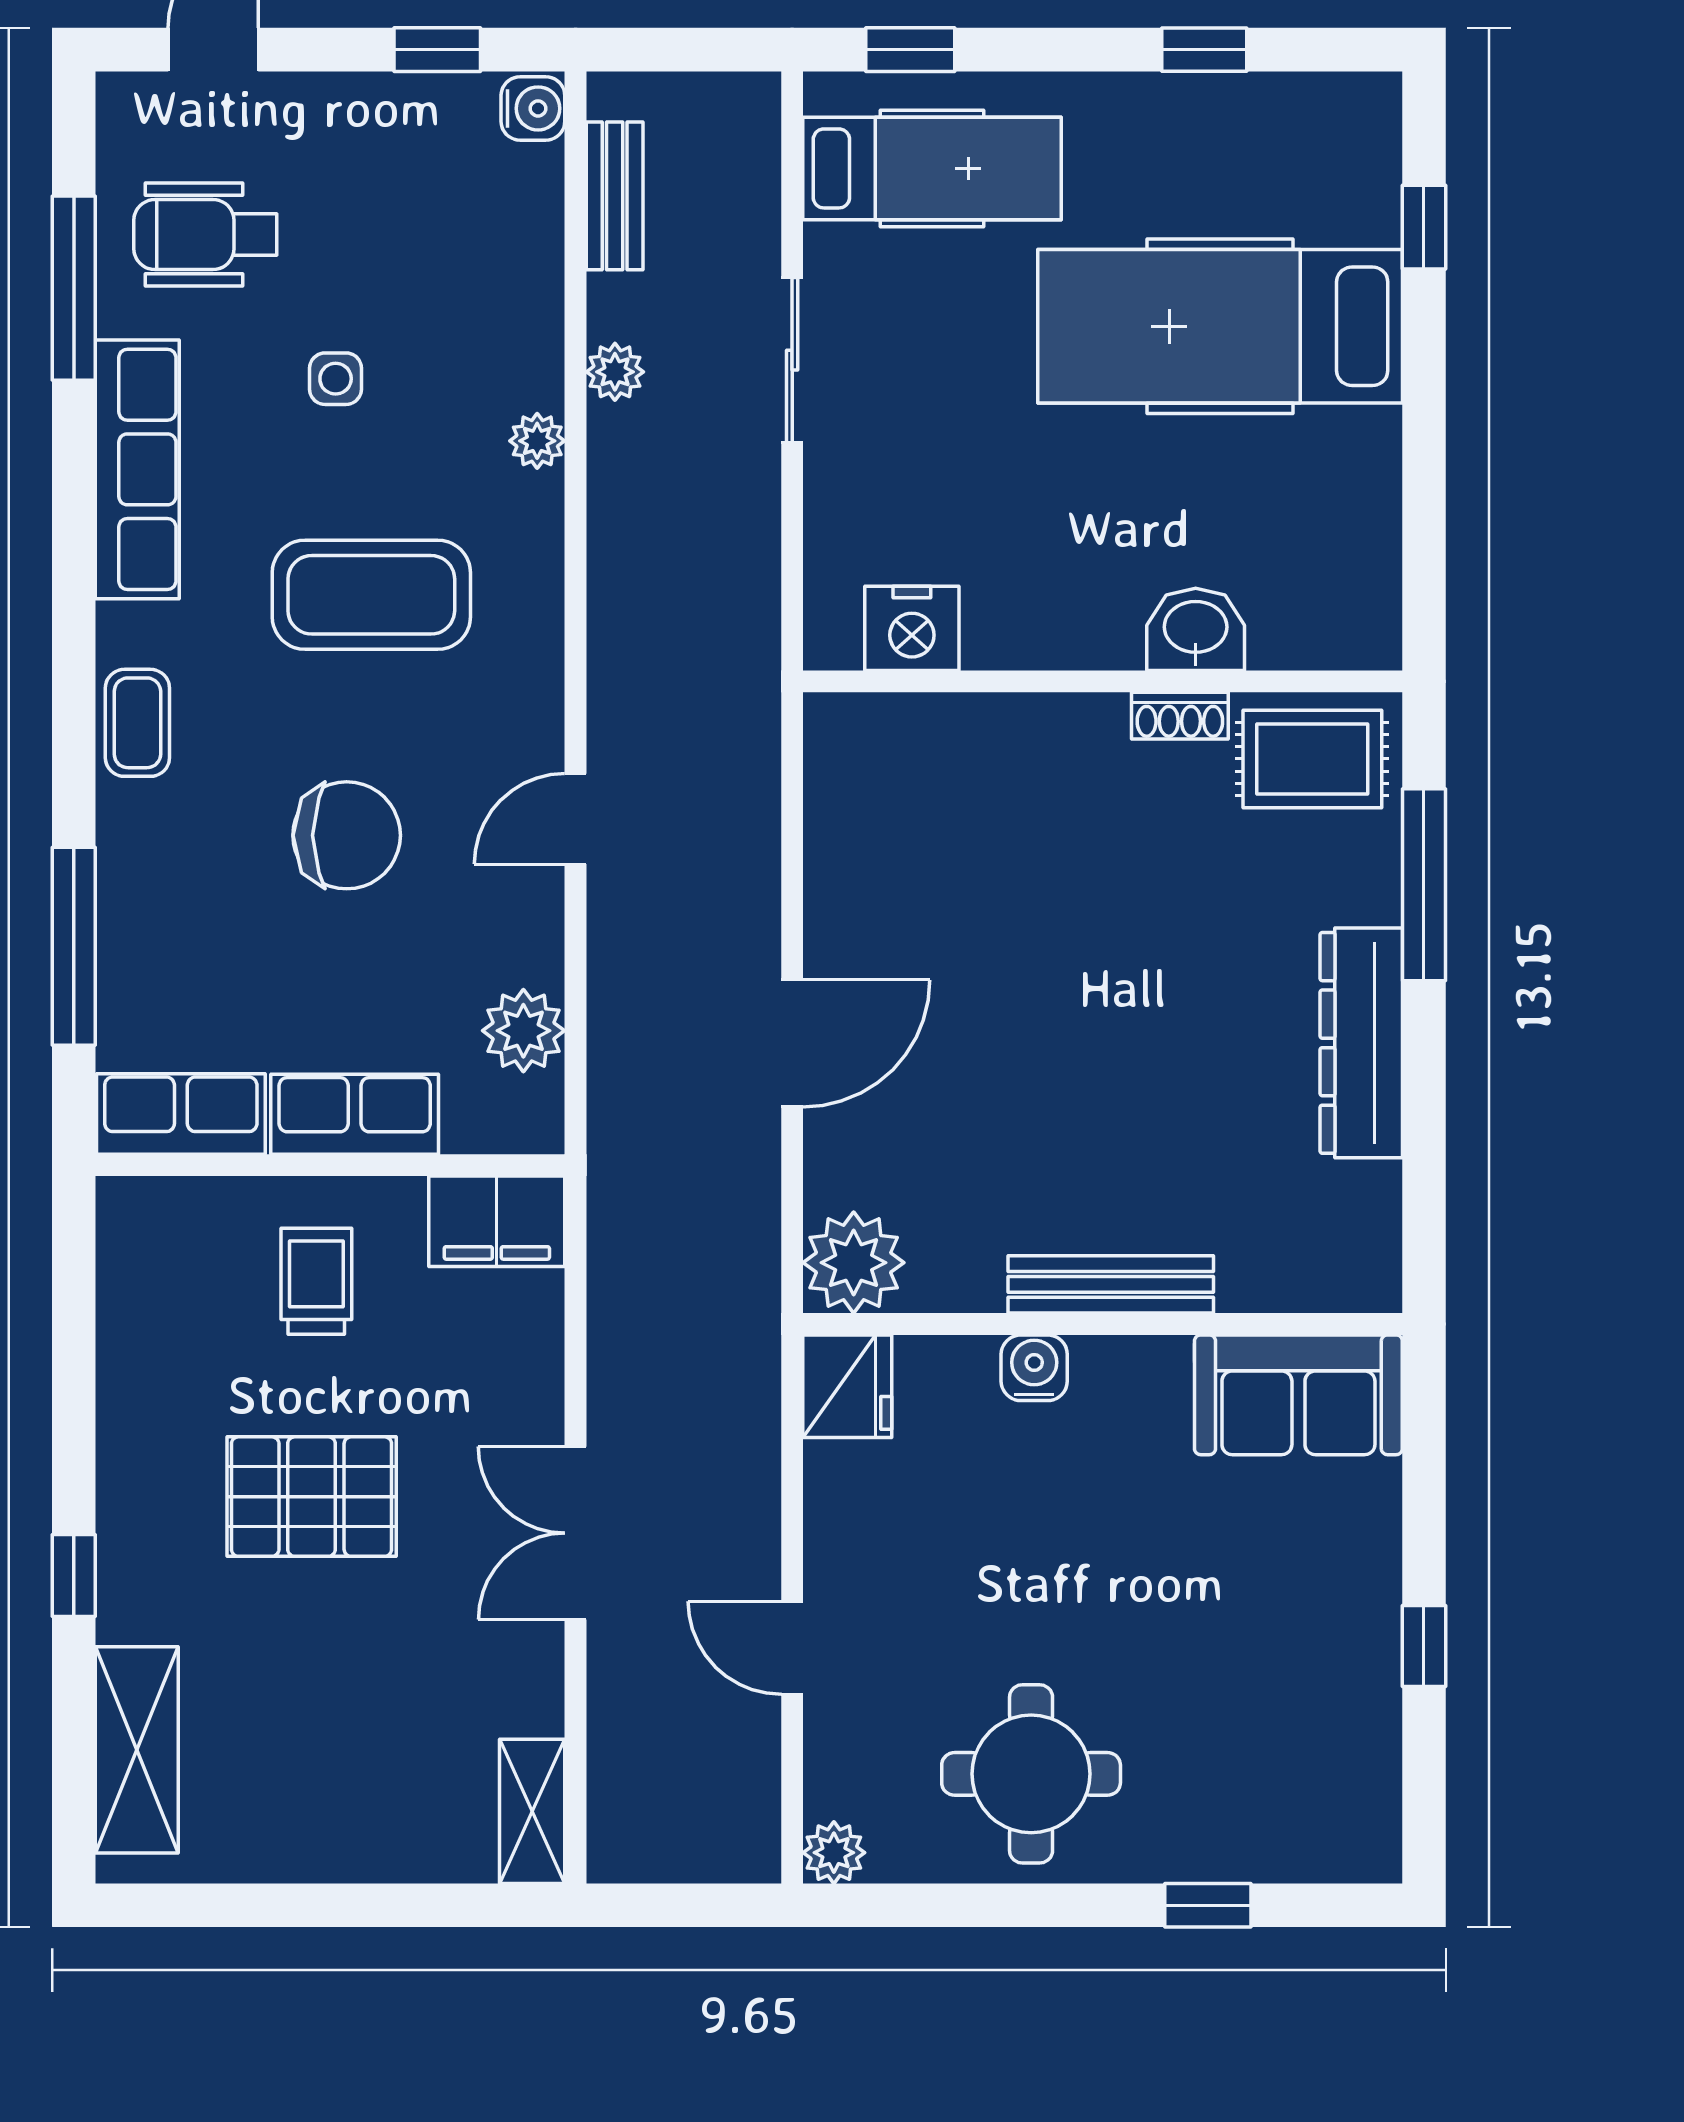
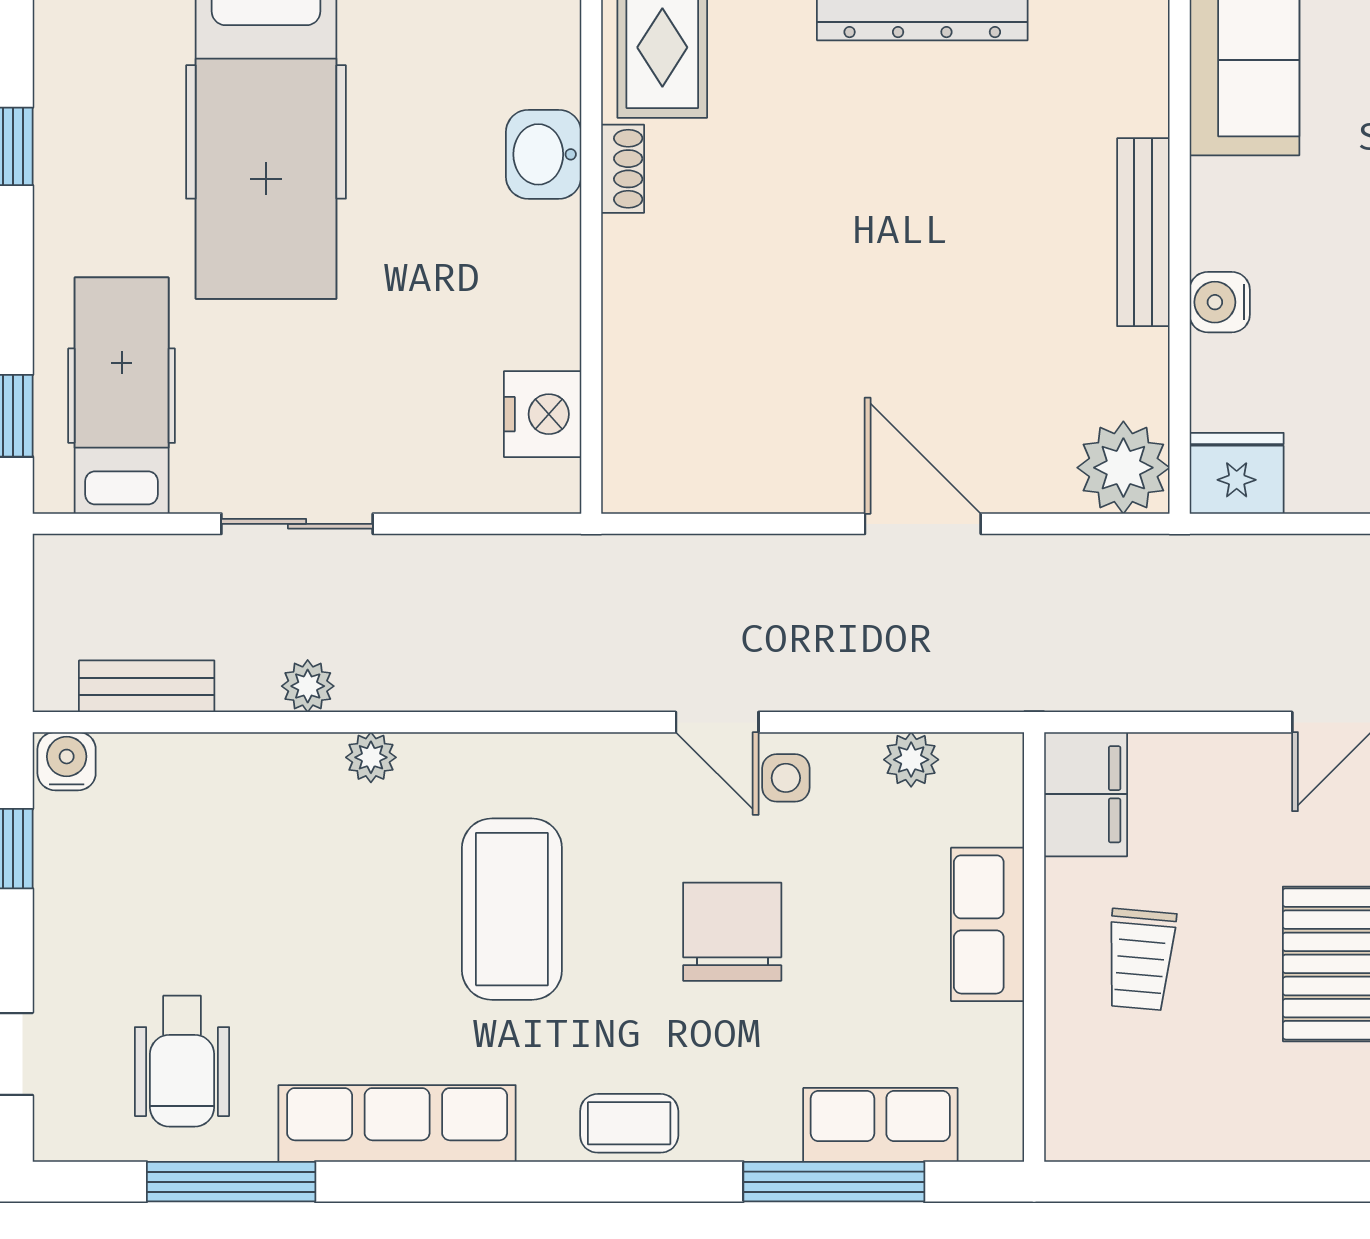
side table: (336, 379) -> (786, 778), moved
plant: (523, 1031) -> (911, 760), width x0.73, depth x0.73
row of seats: (181, 1114) -> (880, 1125), moved, turned 90
trolley: (316, 1281) -> (1141, 959), turned -85

